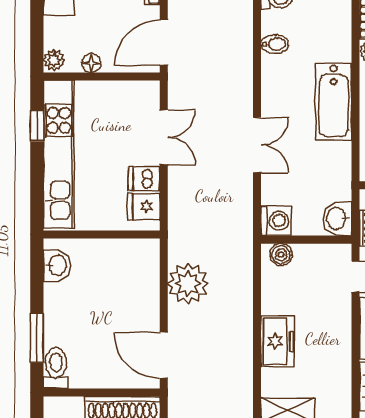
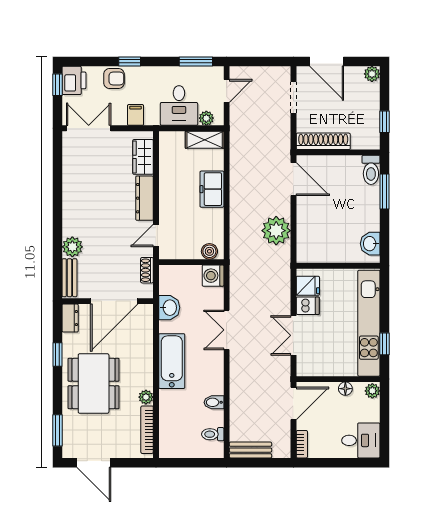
washbasin: (337, 219) -> (169, 308), moved

